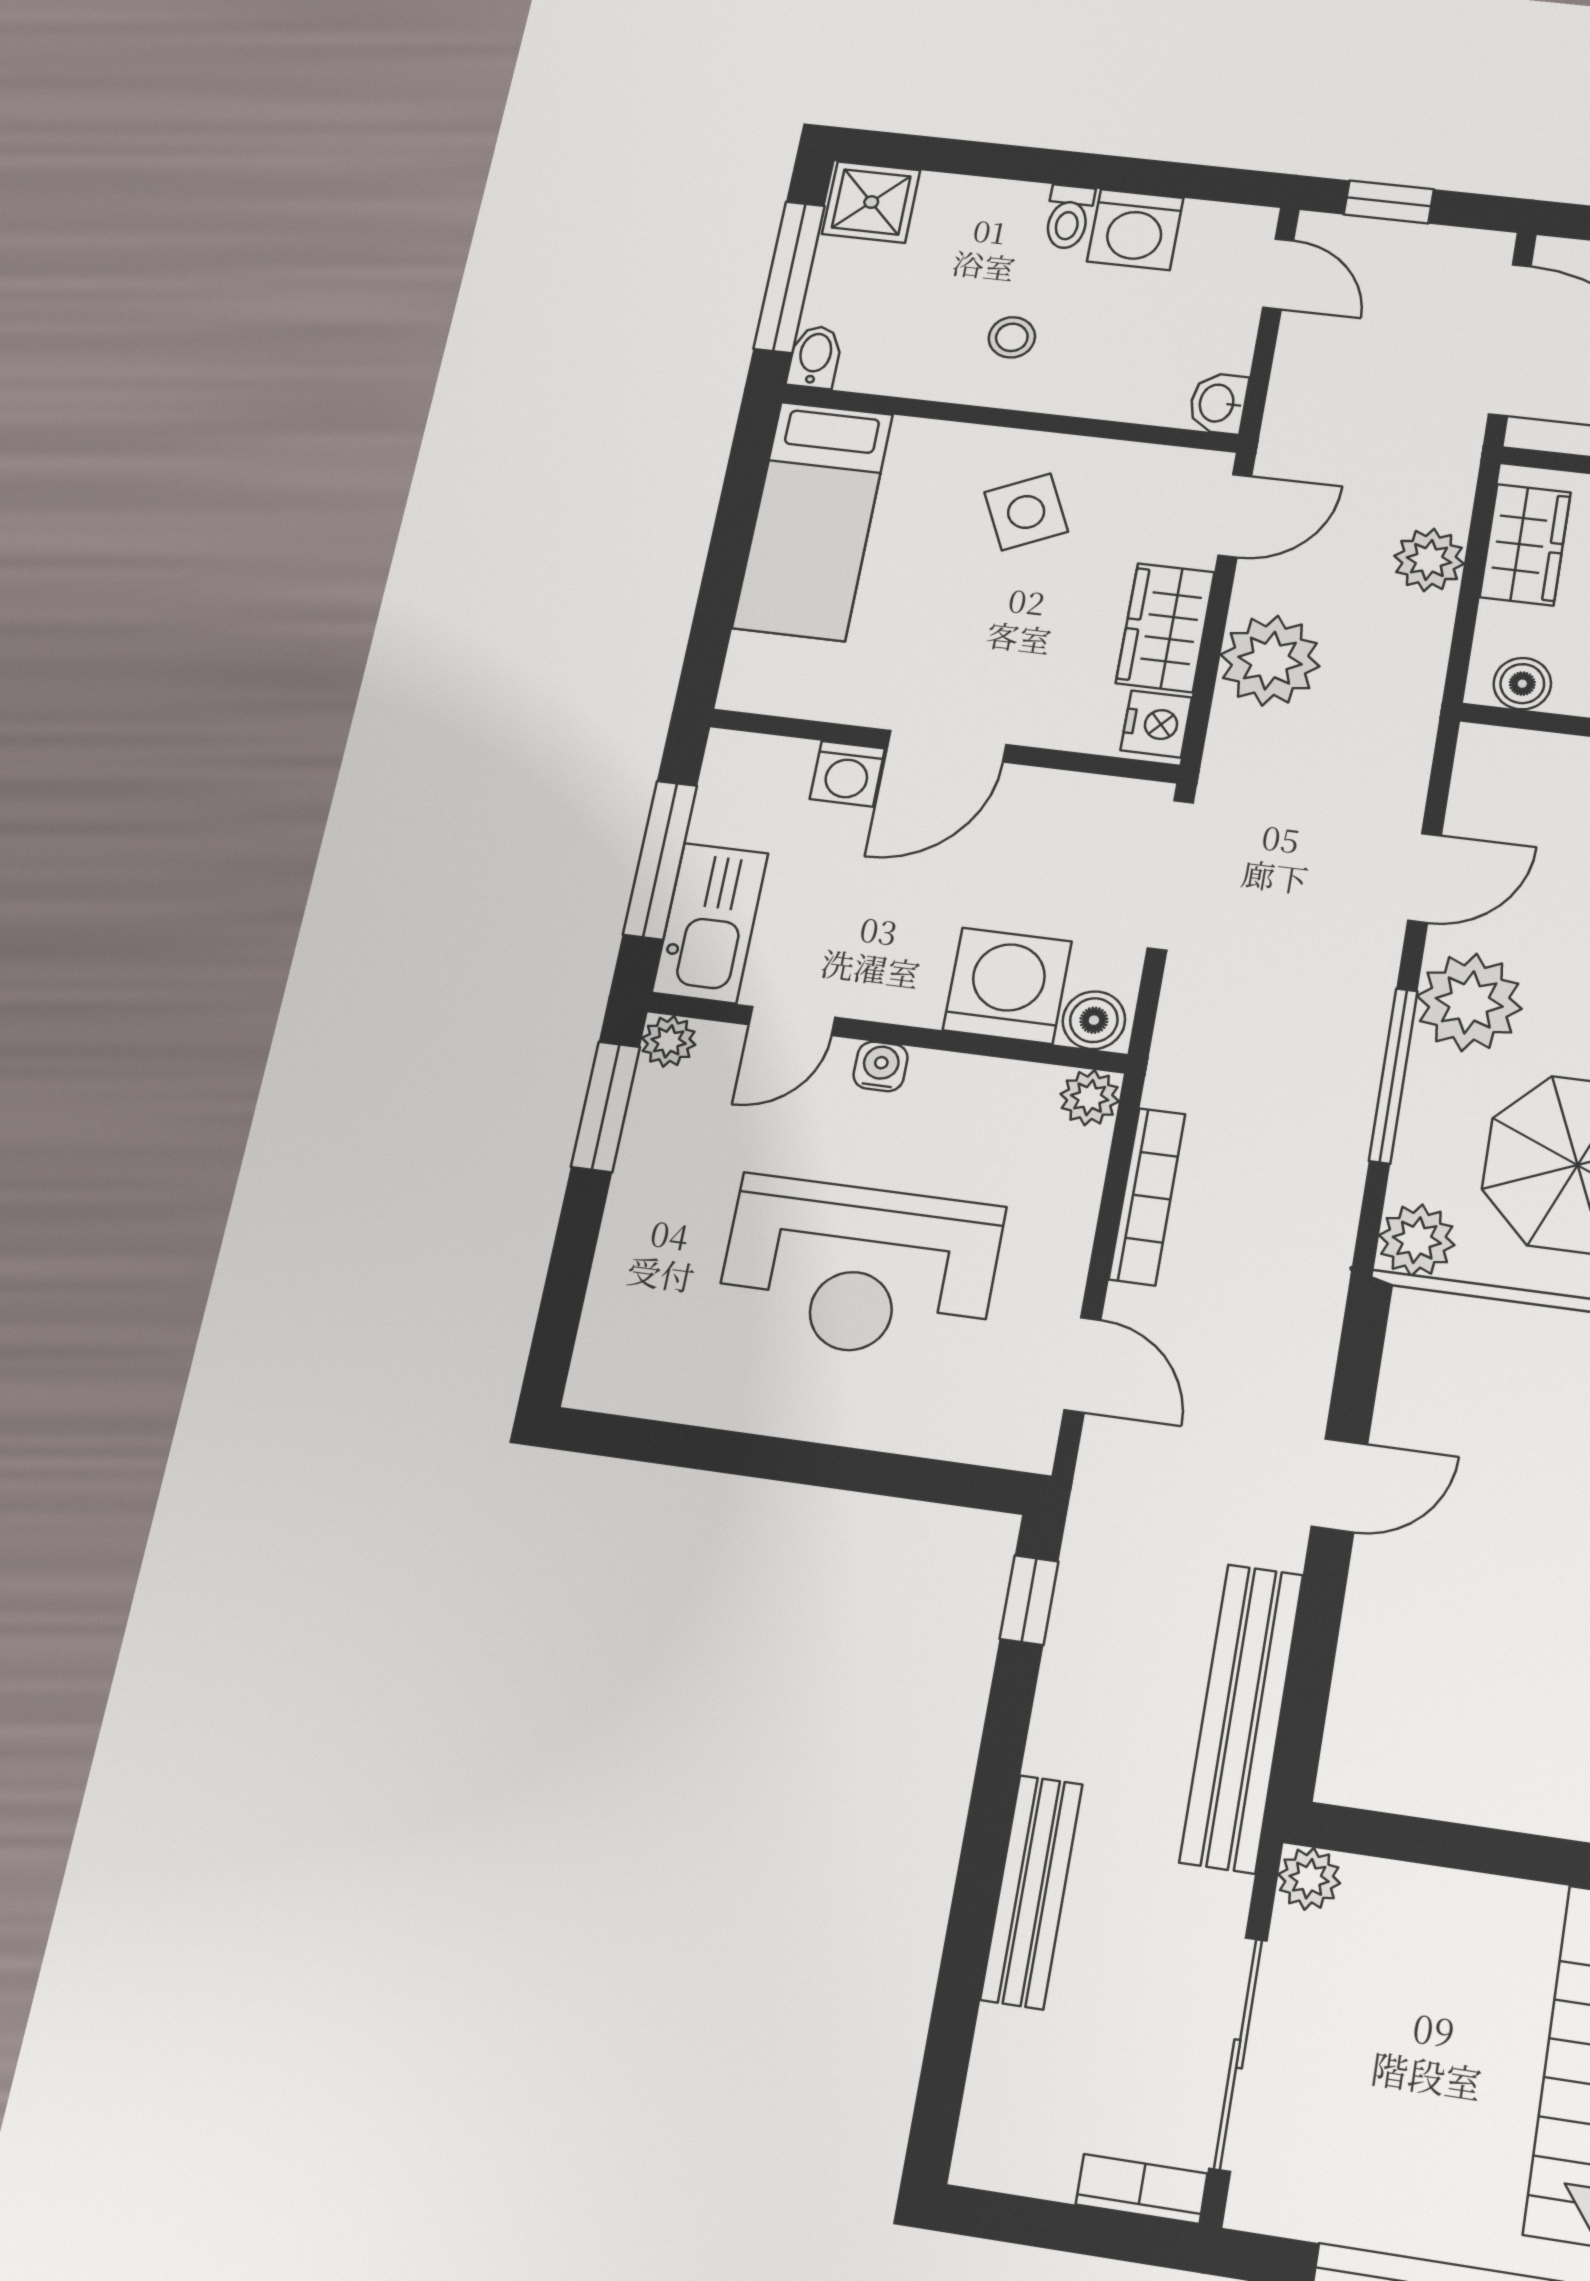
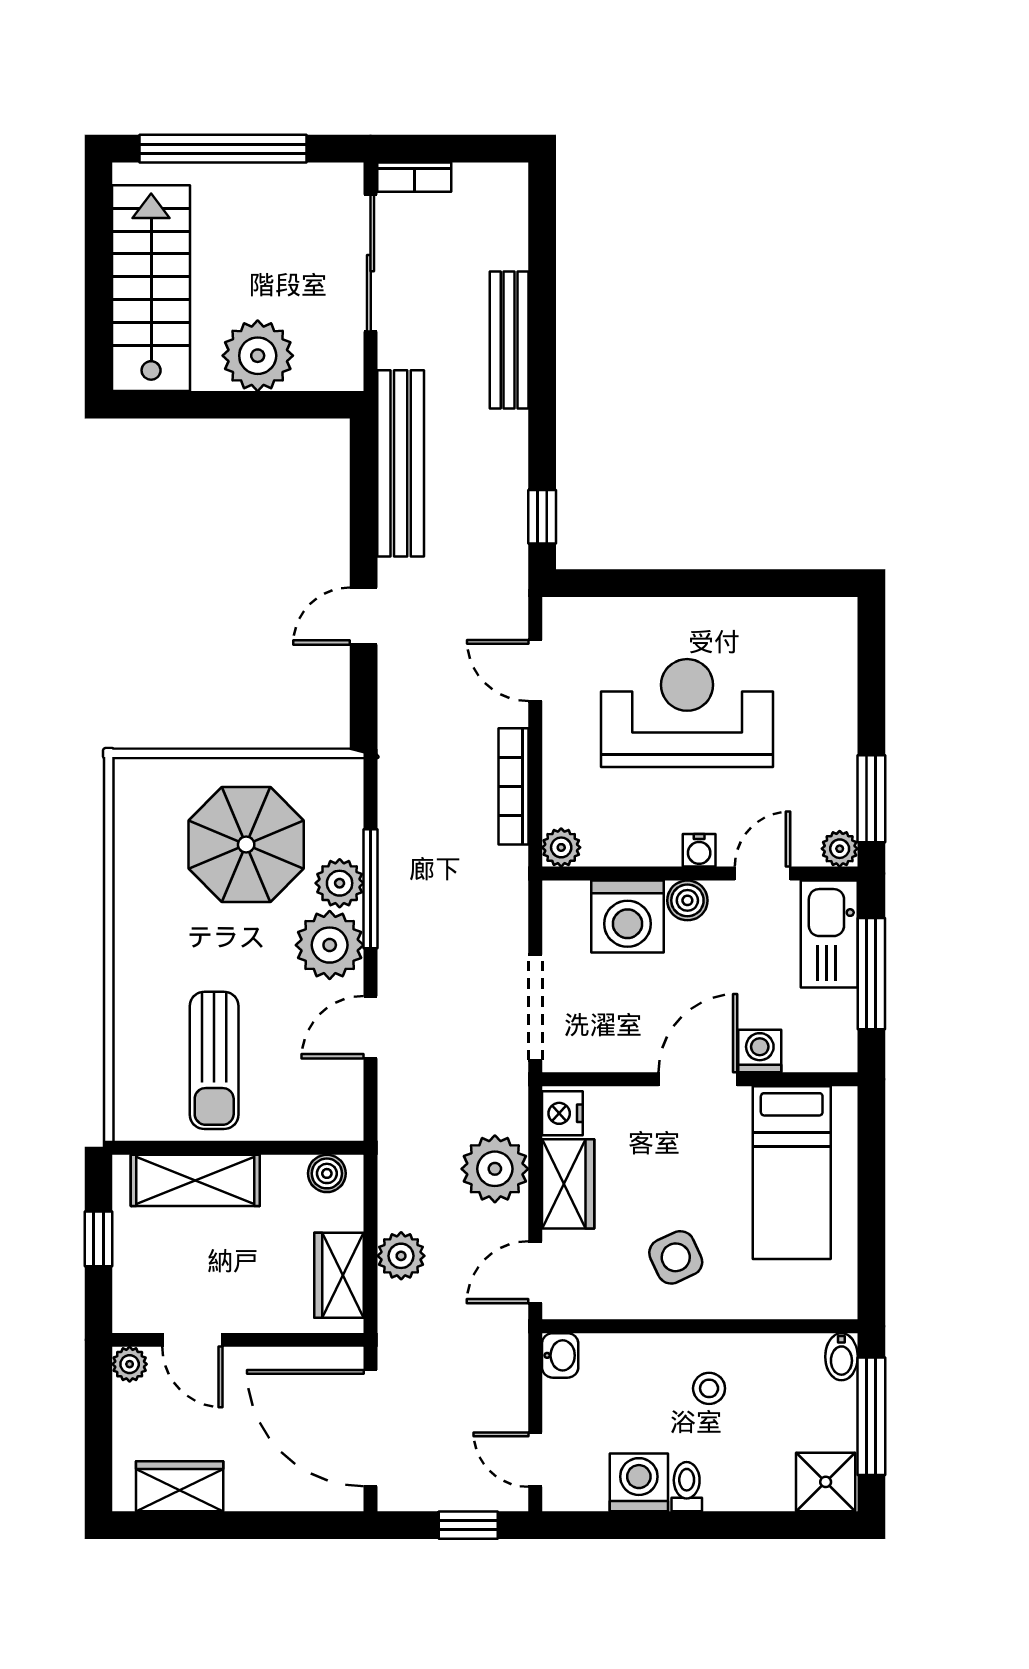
bed: (813, 521) -> (792, 1173), moved, turned 180
boiler: (1094, 1020) -> (687, 900), moved
plant: (1417, 1240) -> (340, 883), moved
plant: (1309, 1879) -> (258, 356), moved, width x1.88, depth x1.88

